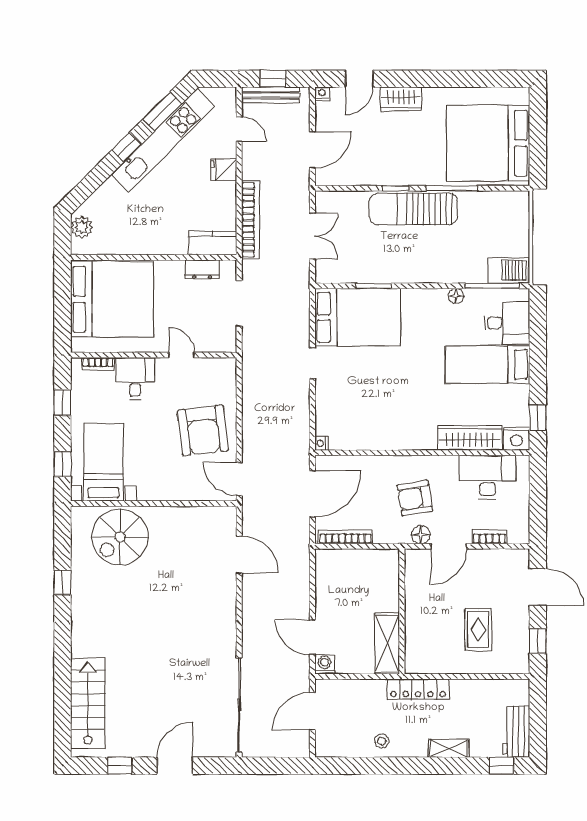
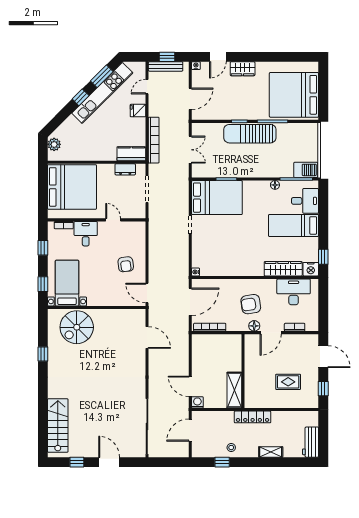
door: (239, 129) -> (147, 87), swing flipped
armchair: (203, 430) -> (126, 264), width x0.53, depth x0.53
rug: (478, 630) -> (288, 382), turned 90
door: (175, 766) -> (109, 462), hinge flipped
window: (501, 766) -> (222, 462), moved

